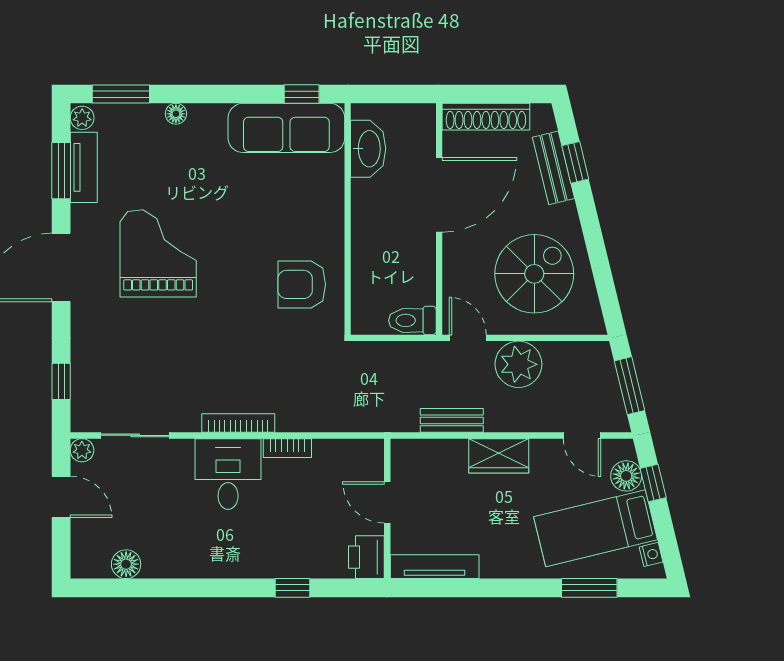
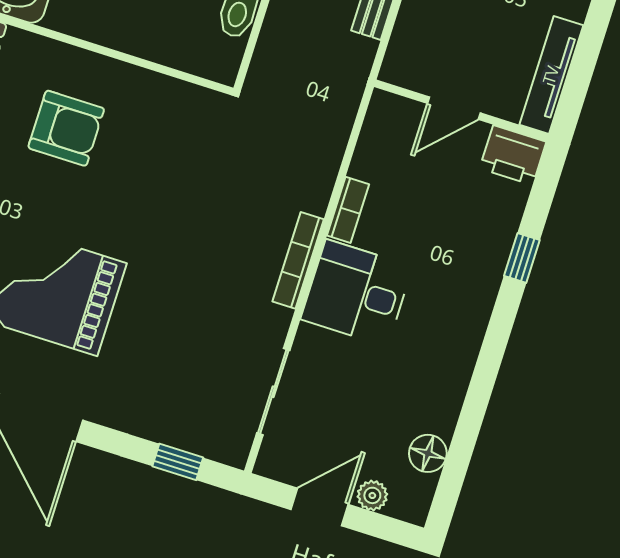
armchair: (302, 284) -> (66, 128), moved, turned -90
plant: (82, 450) -> (372, 495), moved

